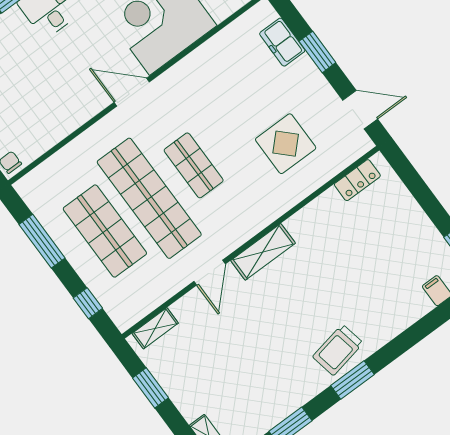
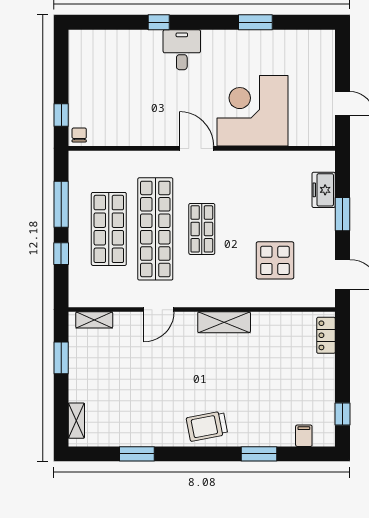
locker: (357, 180) -> (326, 335), moved, turned 90
shelving: (263, 252) -> (224, 322), moved
window: (88, 303) -> (61, 254), moved
window: (352, 380) -> (259, 454), moved

